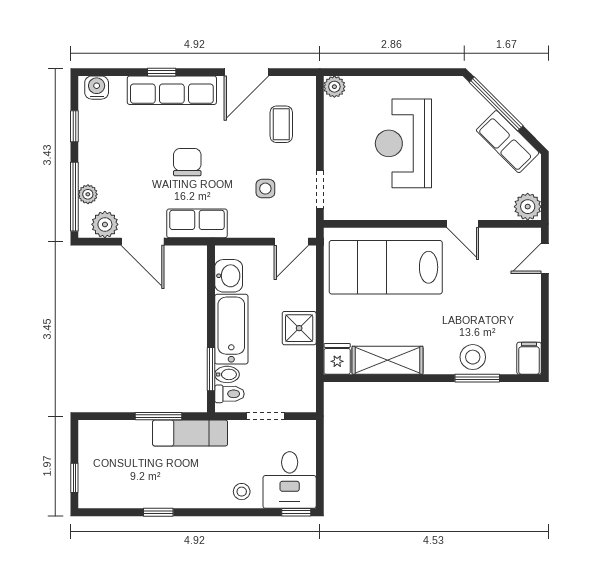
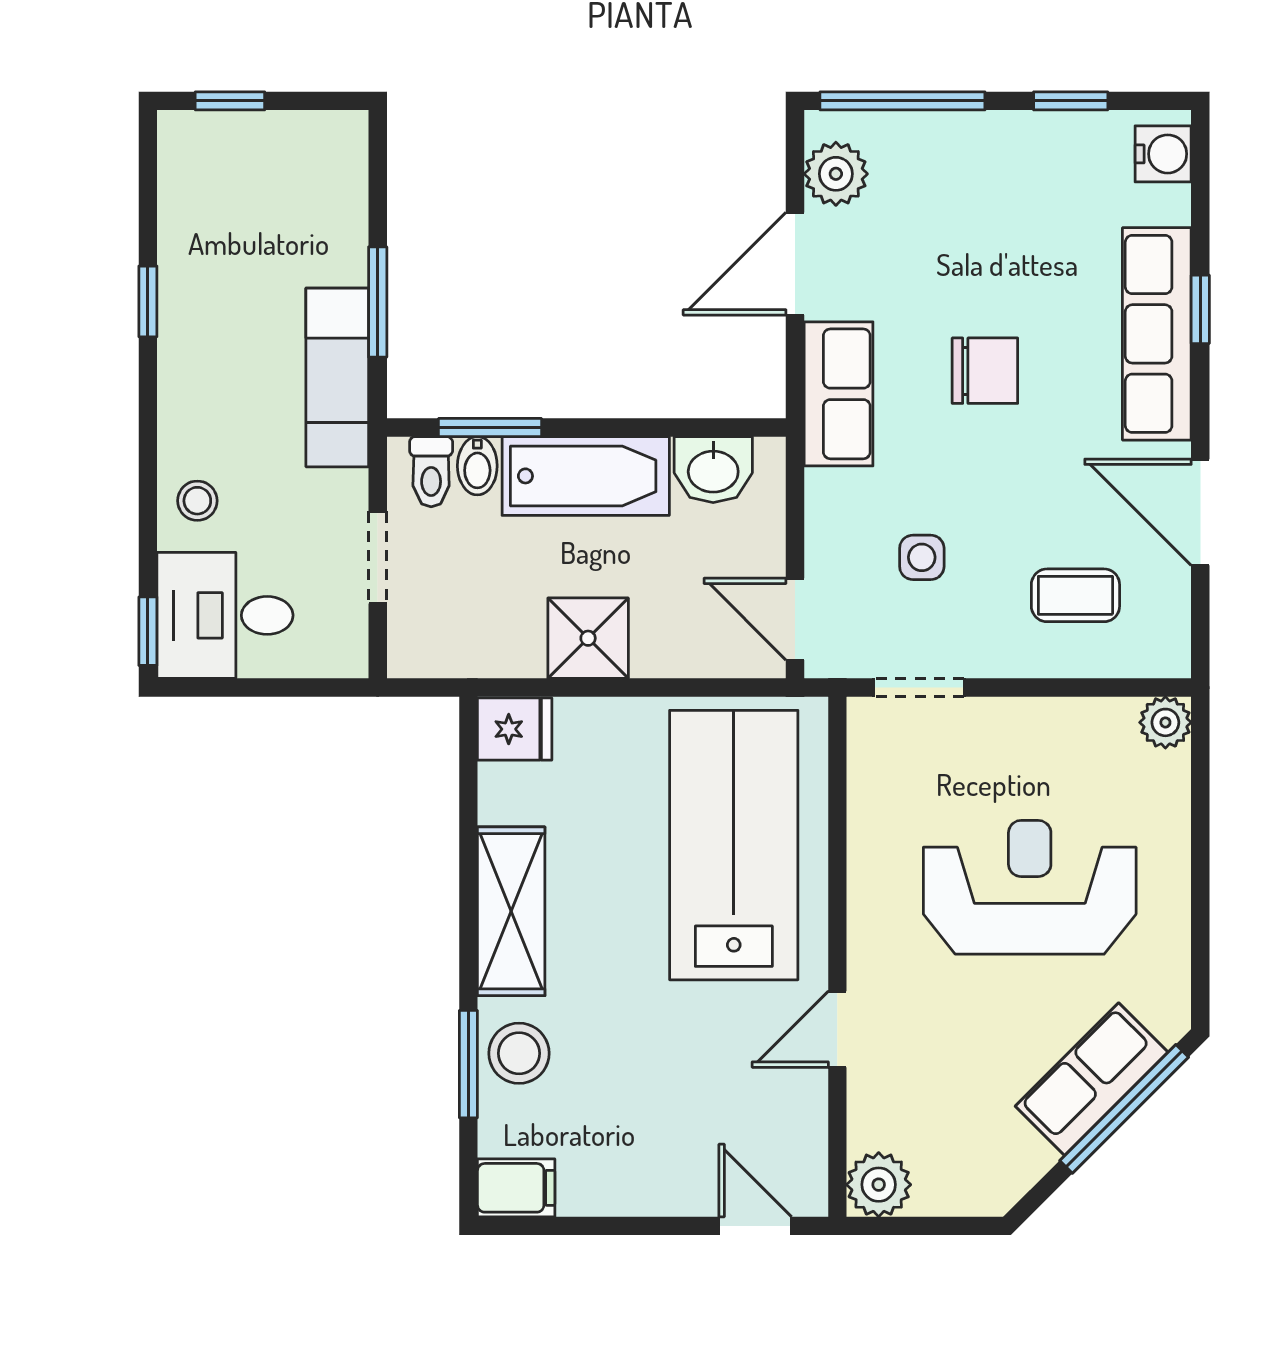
row of seats: (508, 142) -> (1092, 1079), moved
plant: (88, 194) -> (908, 133), removed
shelving: (388, 360) -> (511, 911), moved

